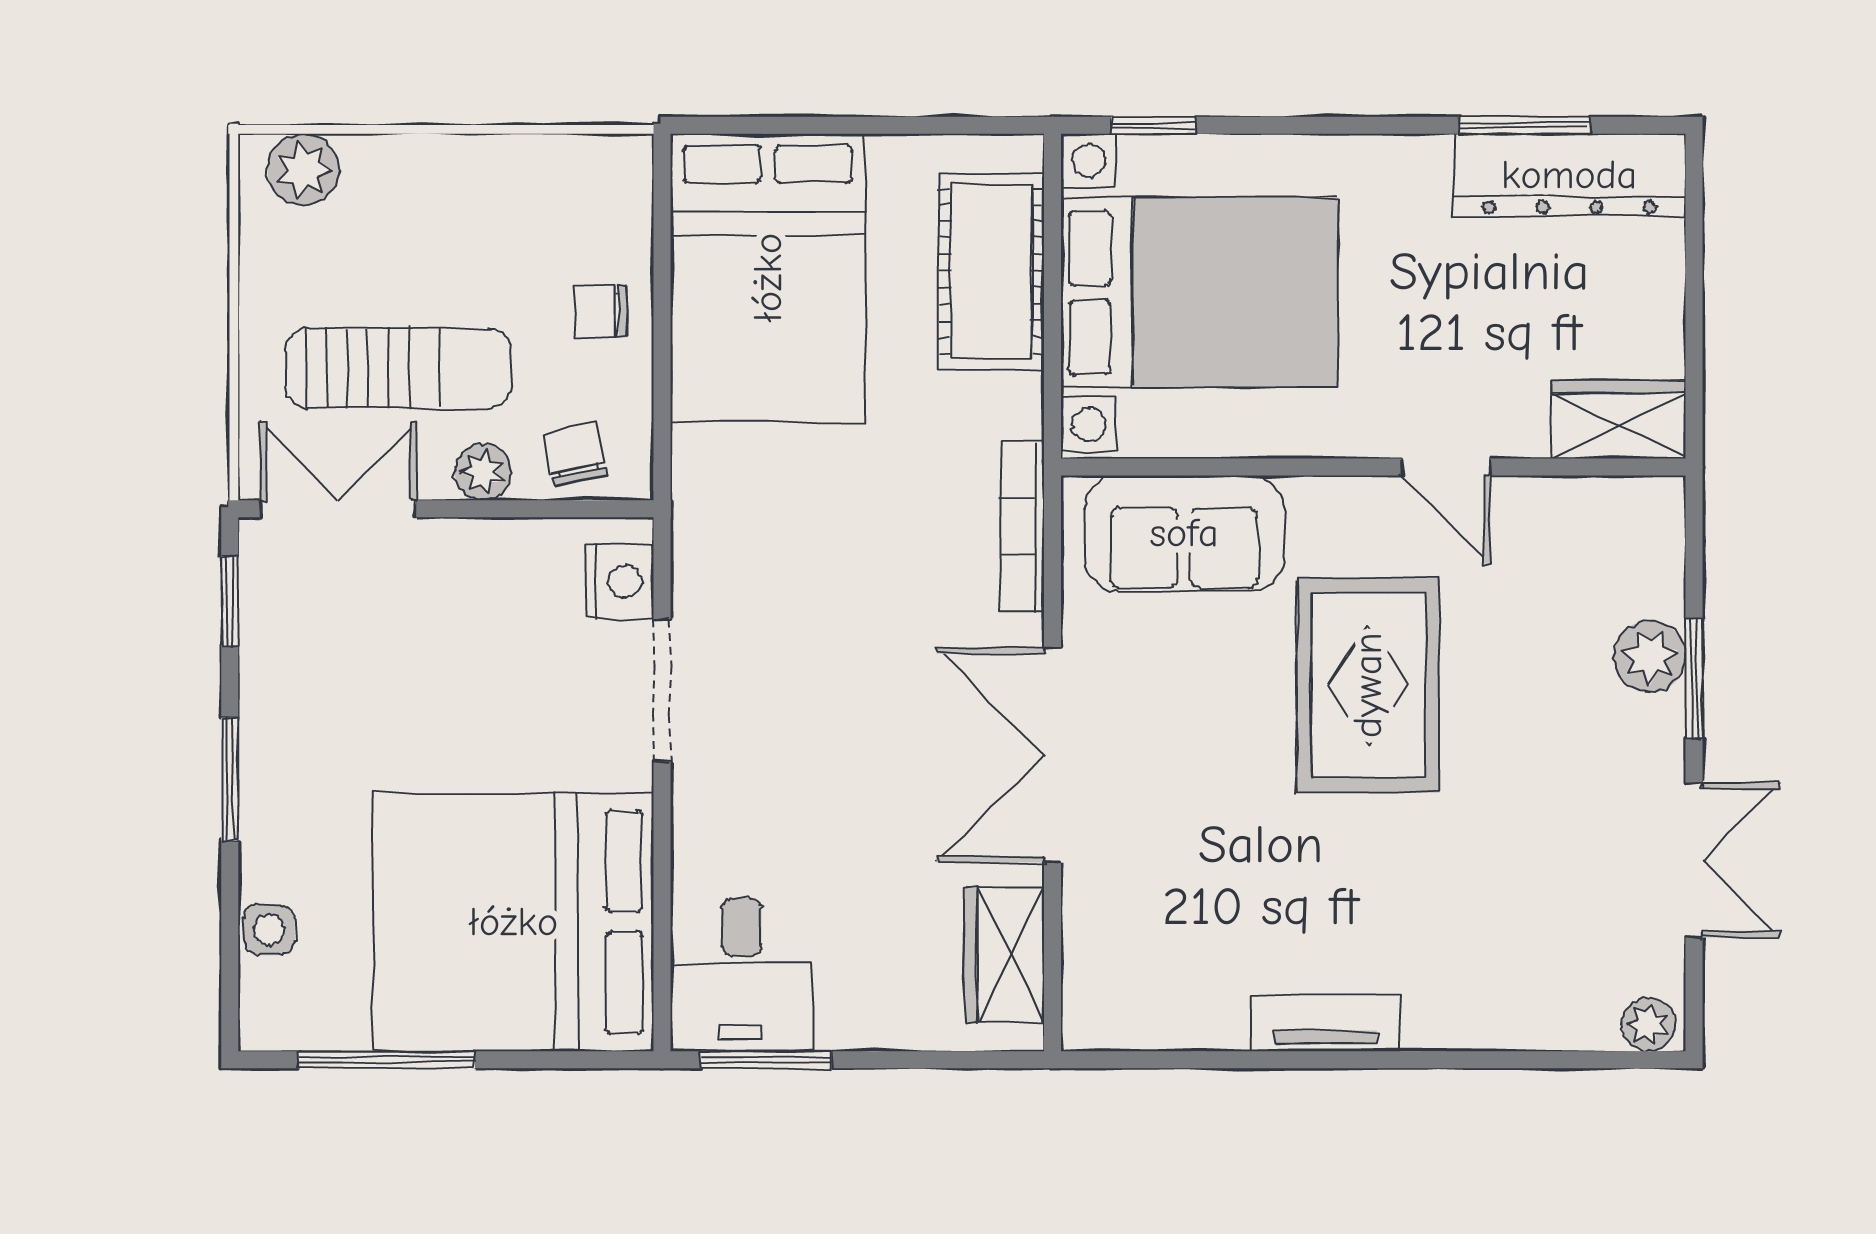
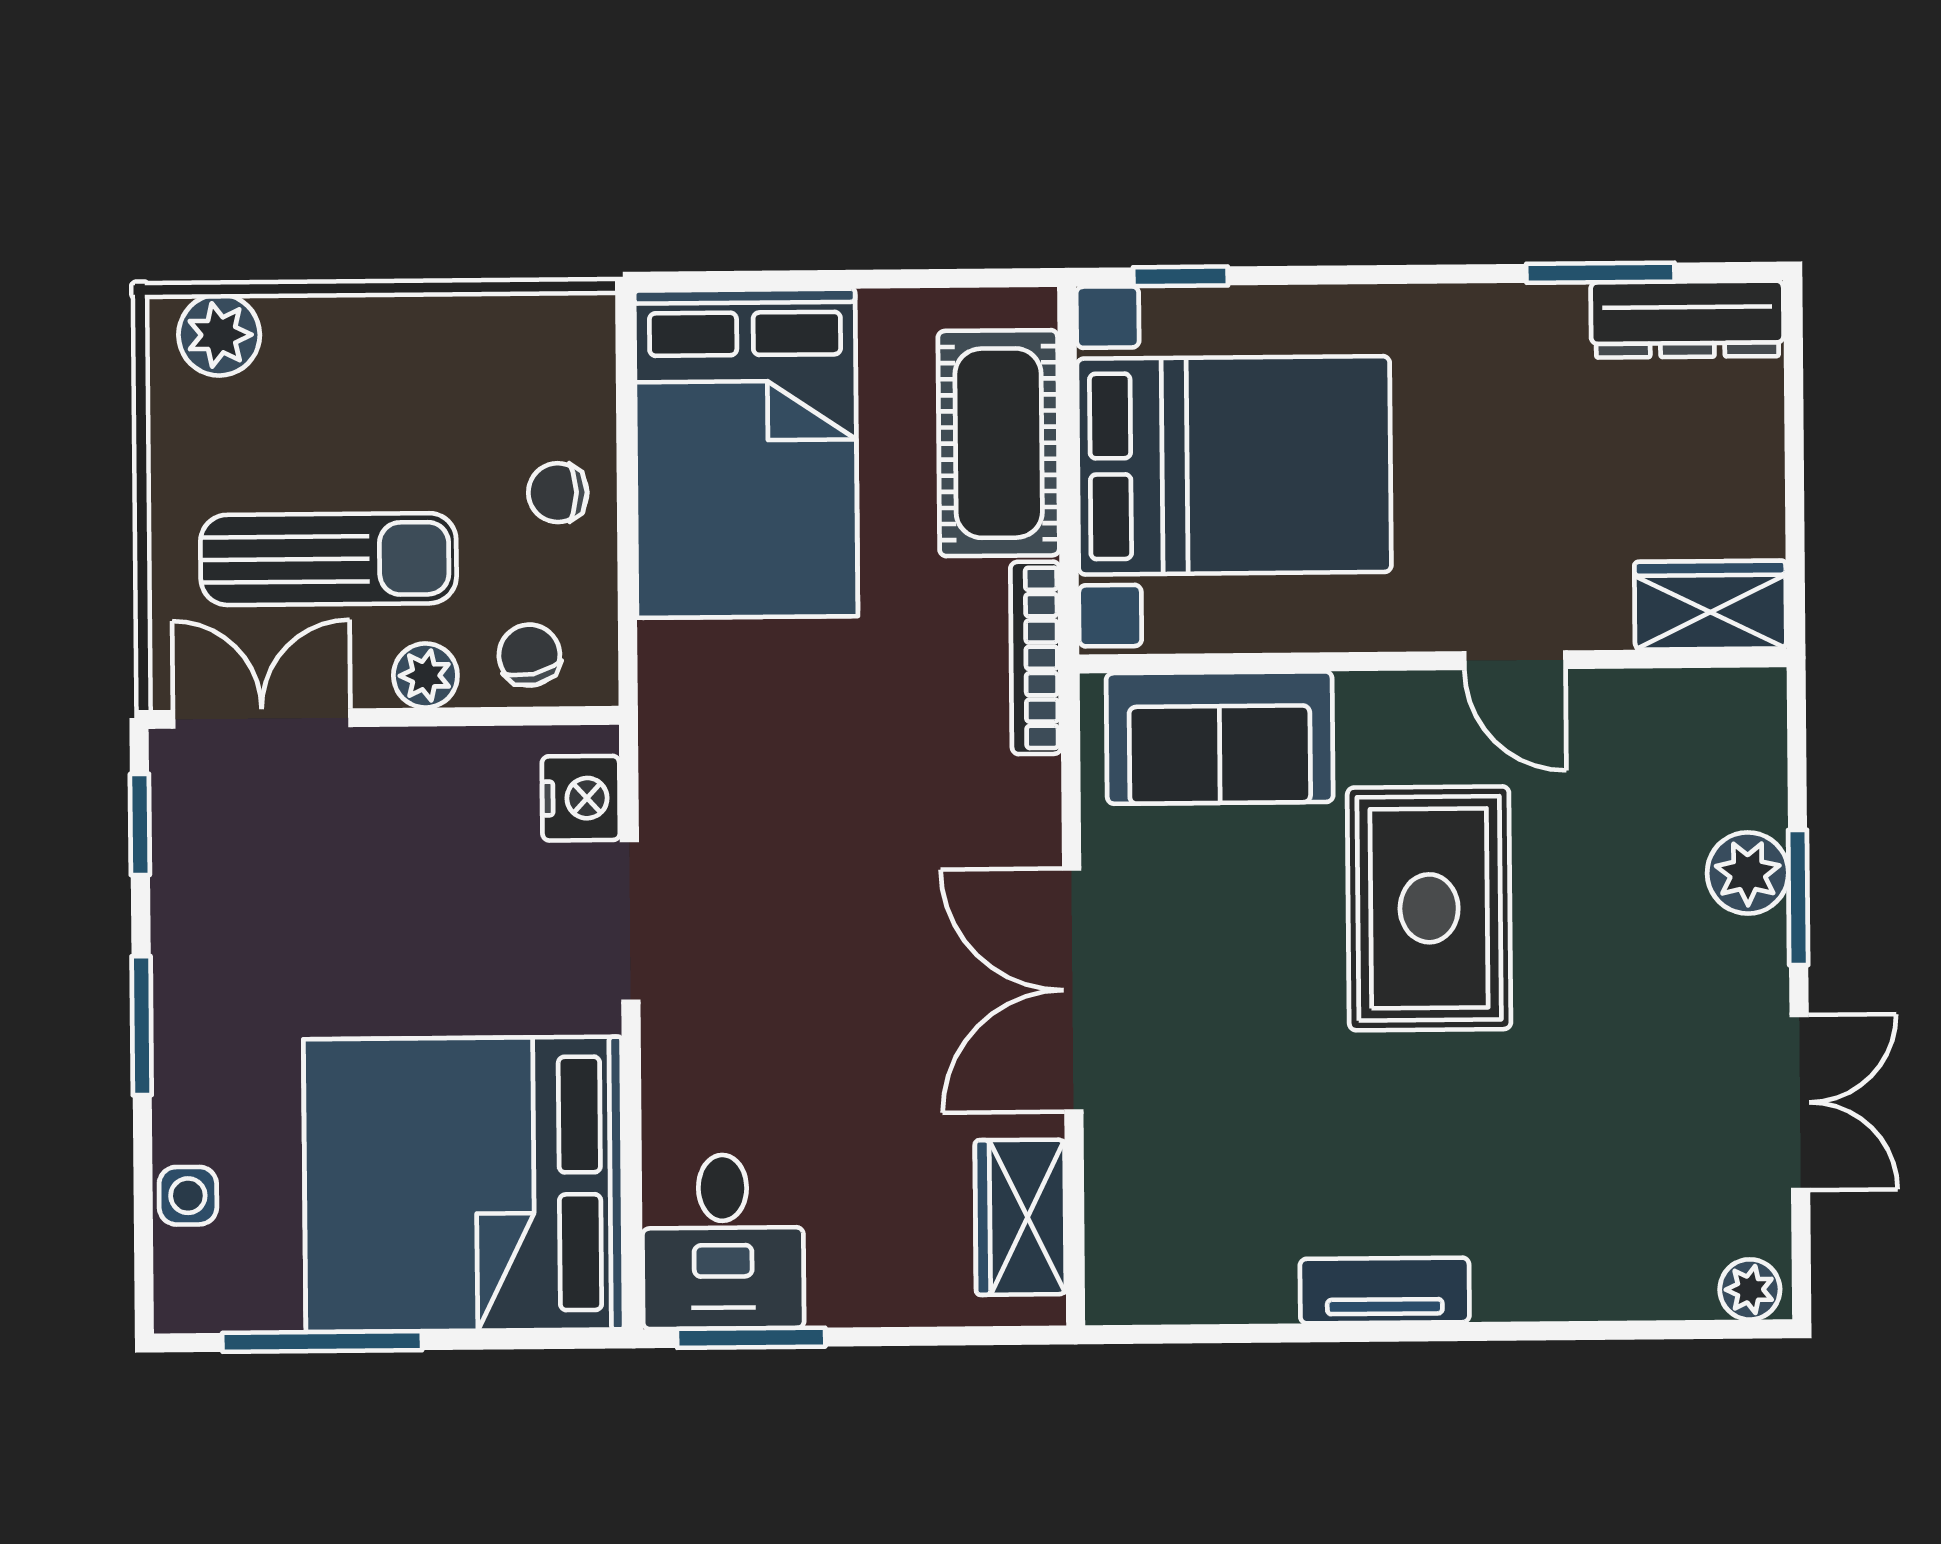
dresser: (1569, 175) -> (1687, 319), width x0.73, depth x0.80
bookcase: (1022, 527) -> (1036, 658), moved

